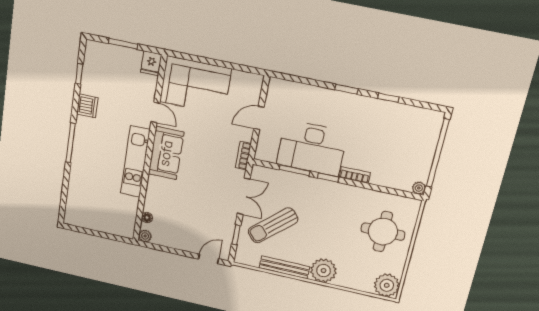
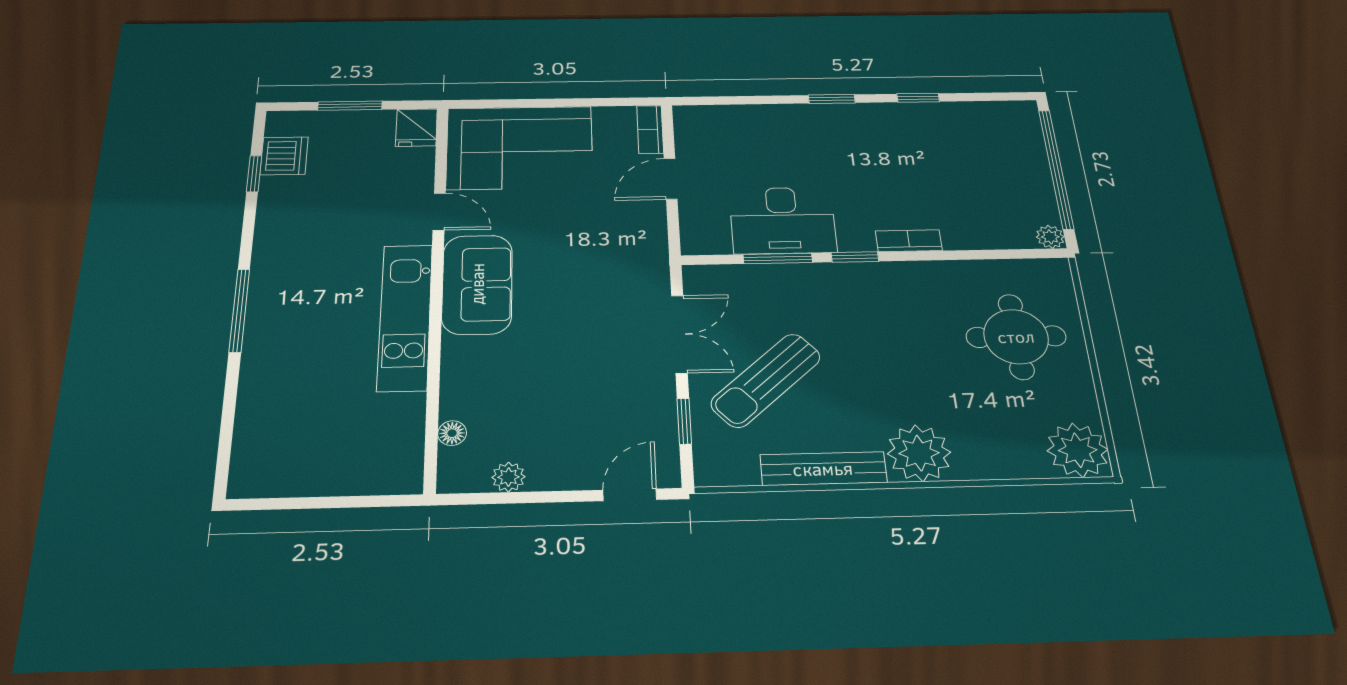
dishwasher: (87, 106) -> (284, 156), moved
desk: (312, 148) -> (783, 220), width x0.73, depth x0.77
bookcase: (243, 156) -> (650, 129), moved
plant: (145, 236) -> (508, 477), moved

